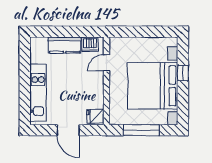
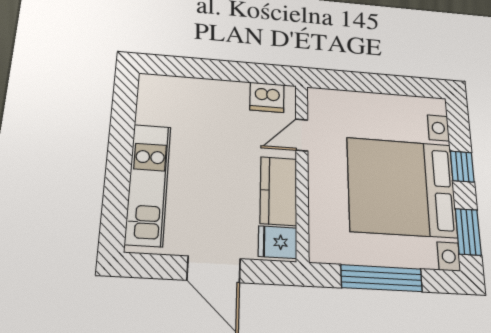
kitchen counter: (65, 45) -> (279, 191), moved, turned 90
window: (183, 106) -> (468, 232), added

